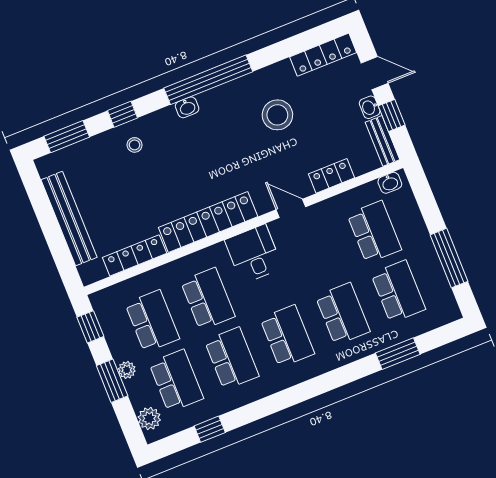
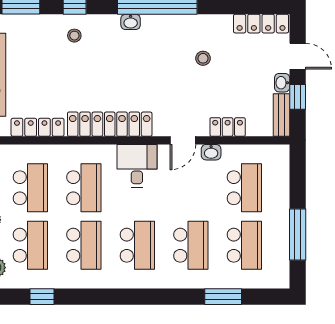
stool: (277, 115) -> (203, 58), width x0.53, depth x0.53
washbasin: (390, 183) -> (211, 152), moved
door: (291, 208) -> (183, 140), swing flipped

